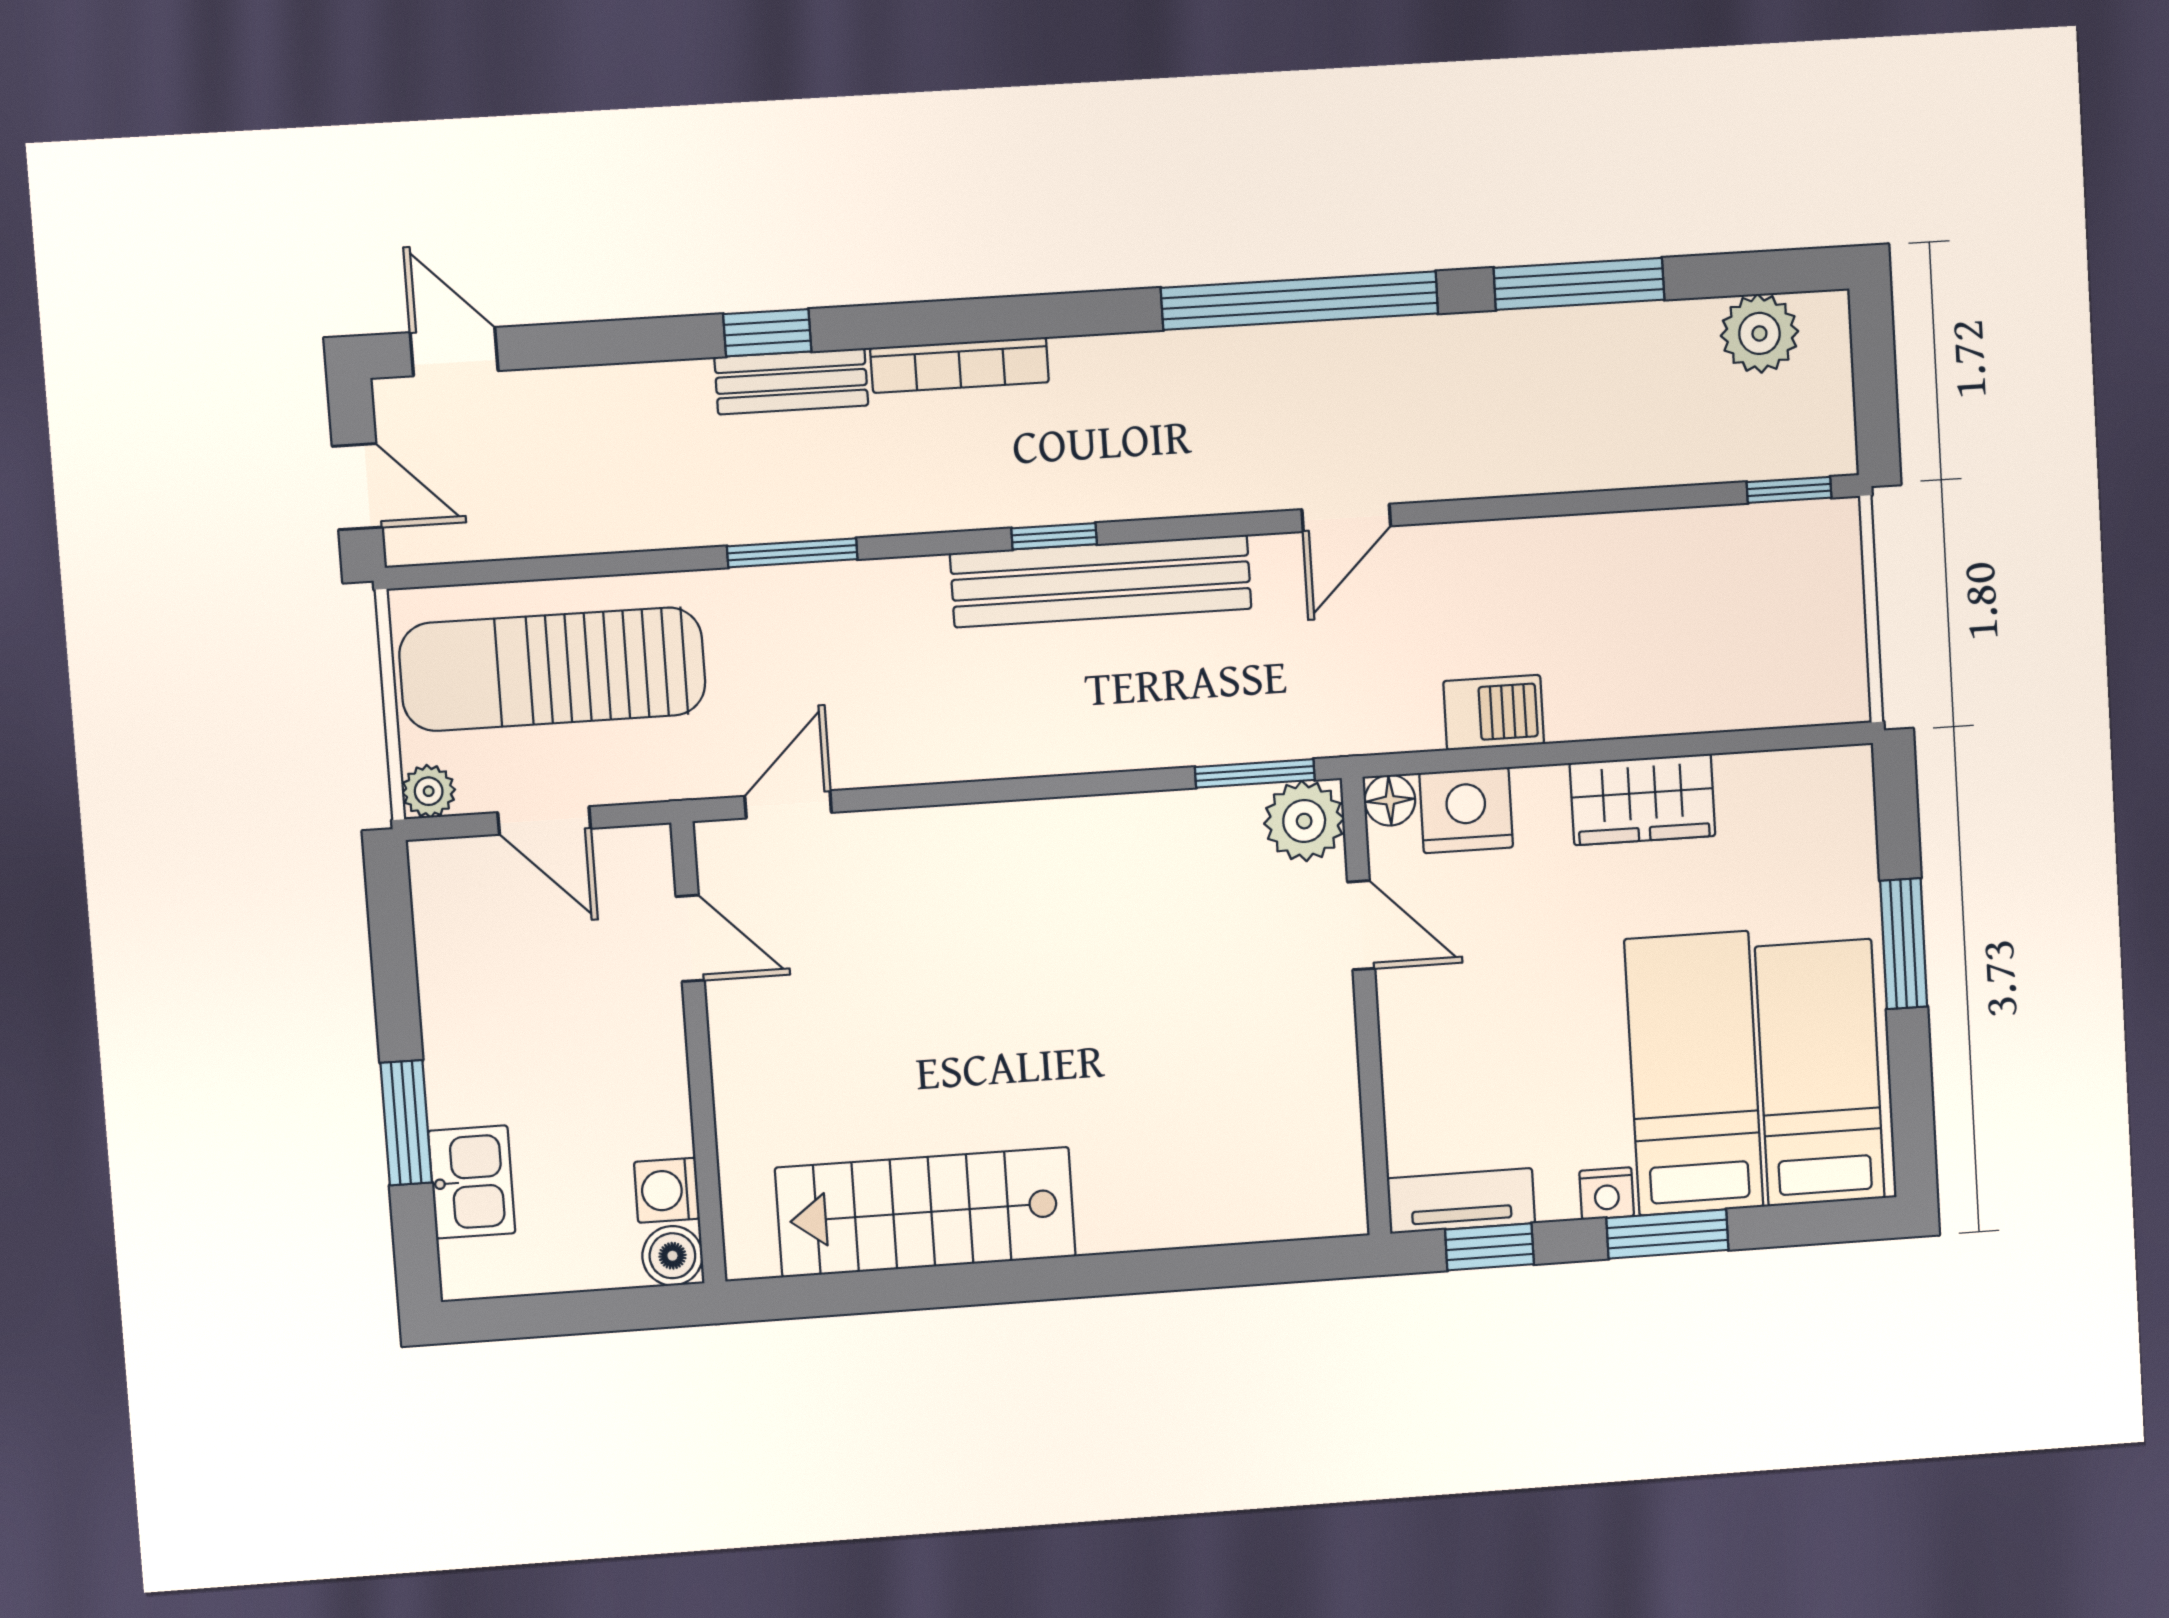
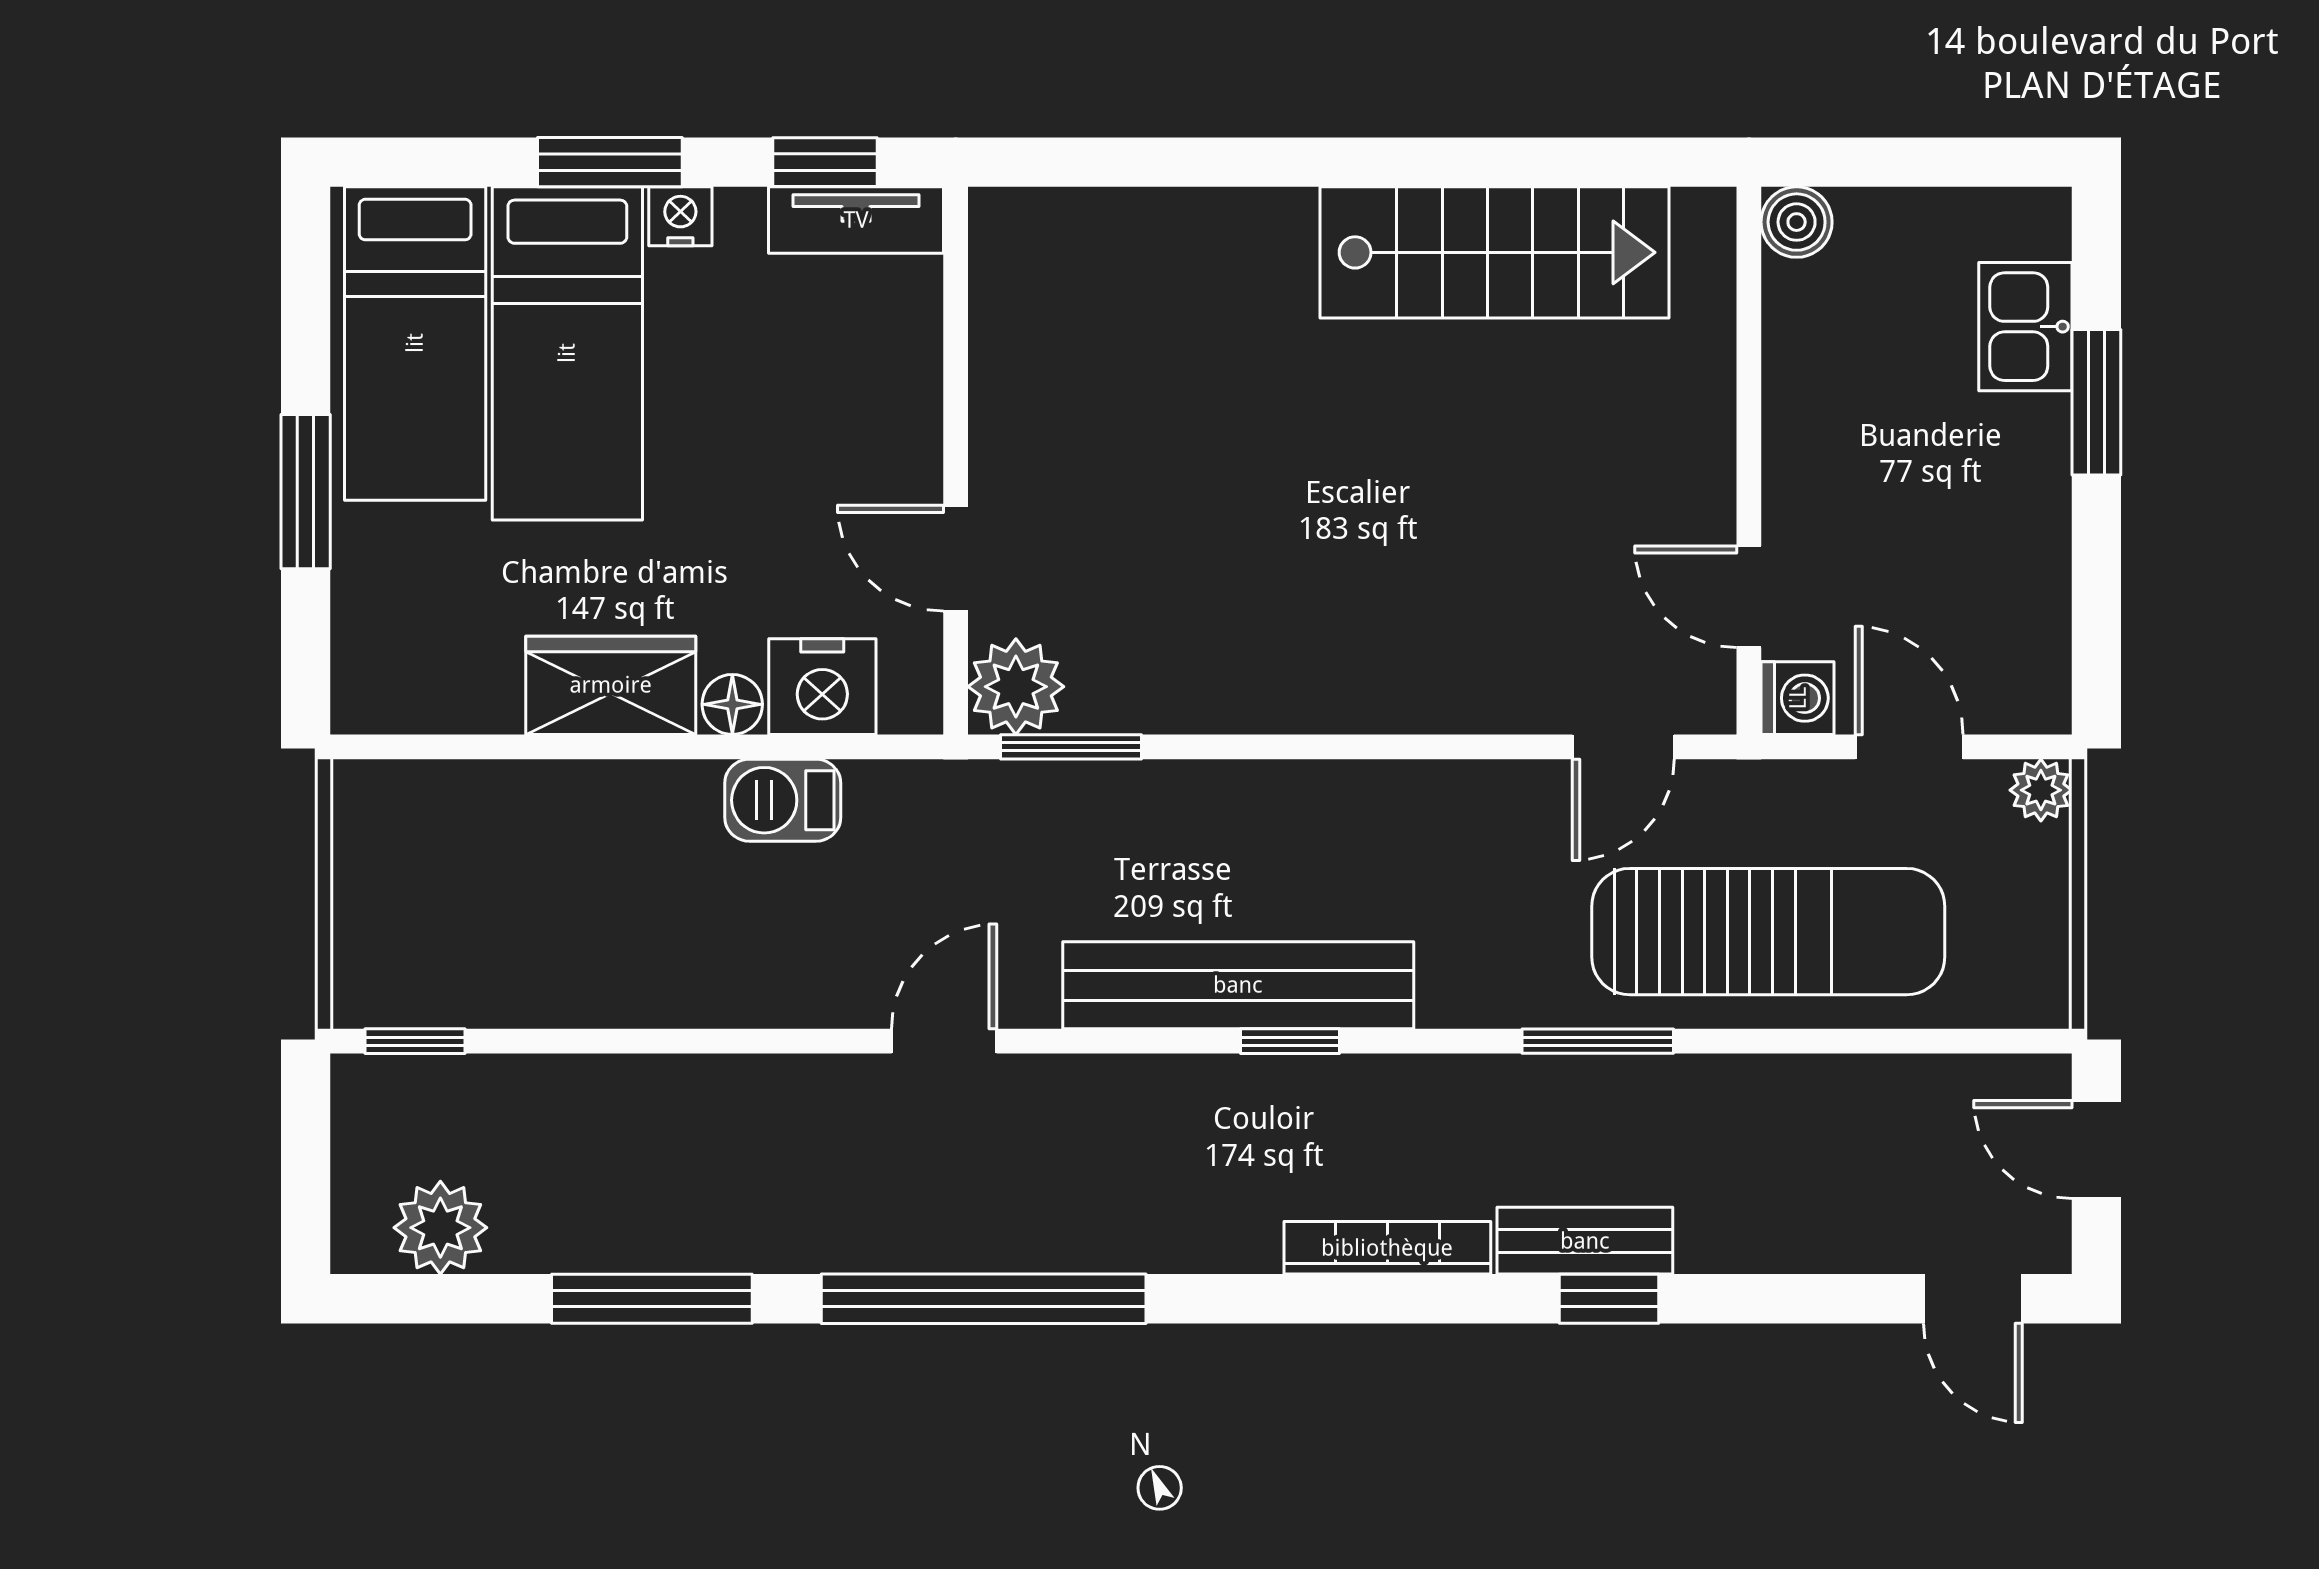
sun lounger: (553, 669) -> (1768, 932), moved
floor lamp: (1390, 800) -> (732, 704), moved
washing machine: (667, 1190) -> (1798, 698), moved

